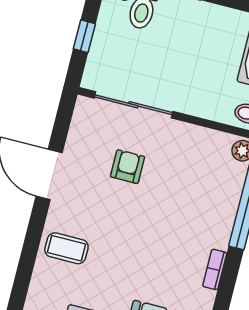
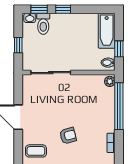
armchair: (128, 167) -> (68, 136), moved, turned 75

